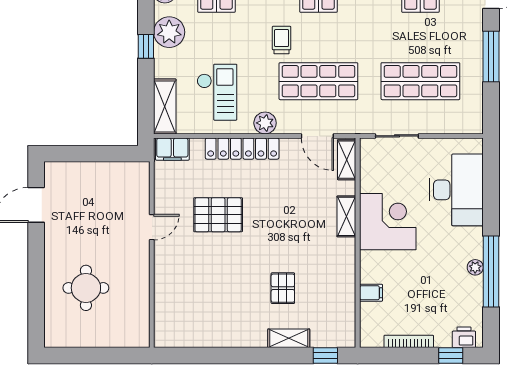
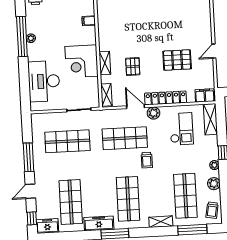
plant: (169, 32) -> (214, 165), width x0.53, depth x0.53
checkout: (217, 92) -> (181, 129), turned 180
door: (317, 136) -> (136, 107), moved
pallet: (283, 288) -> (133, 67), moved

